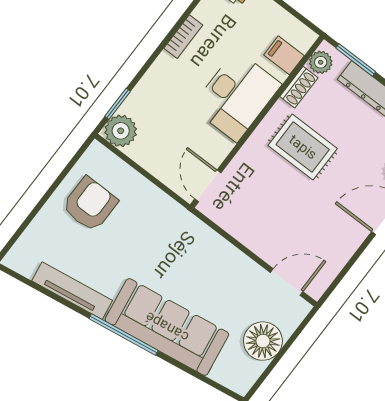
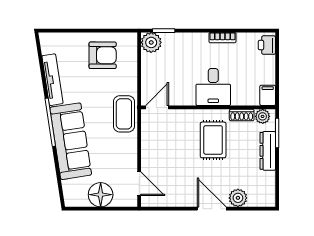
filing cabinet: (284, 55) -> (268, 95), moved
desk: (236, 96) -> (213, 87), width x0.73
coffee table: (184, 234) -> (124, 114), added

